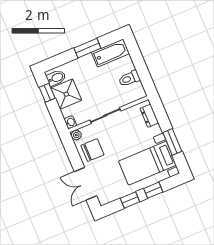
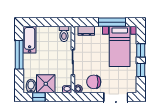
window: (87, 48) -> (19, 55), width x1.44
toilet: (129, 79) -> (64, 34), moved
window: (172, 142) -> (112, 22), width x1.44
chair: (92, 150) -> (94, 82), turned -90

